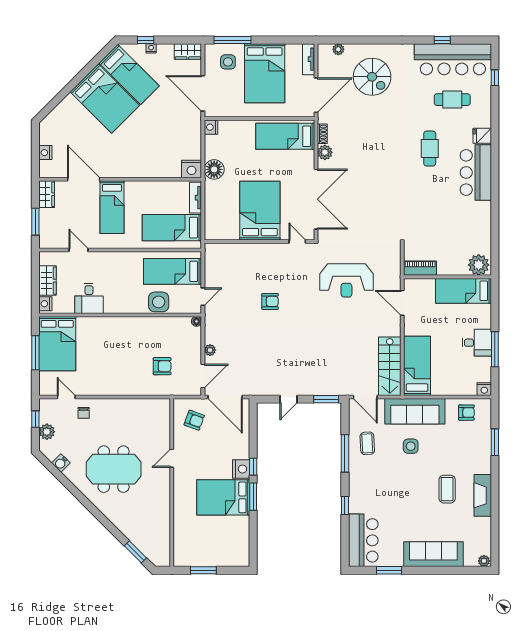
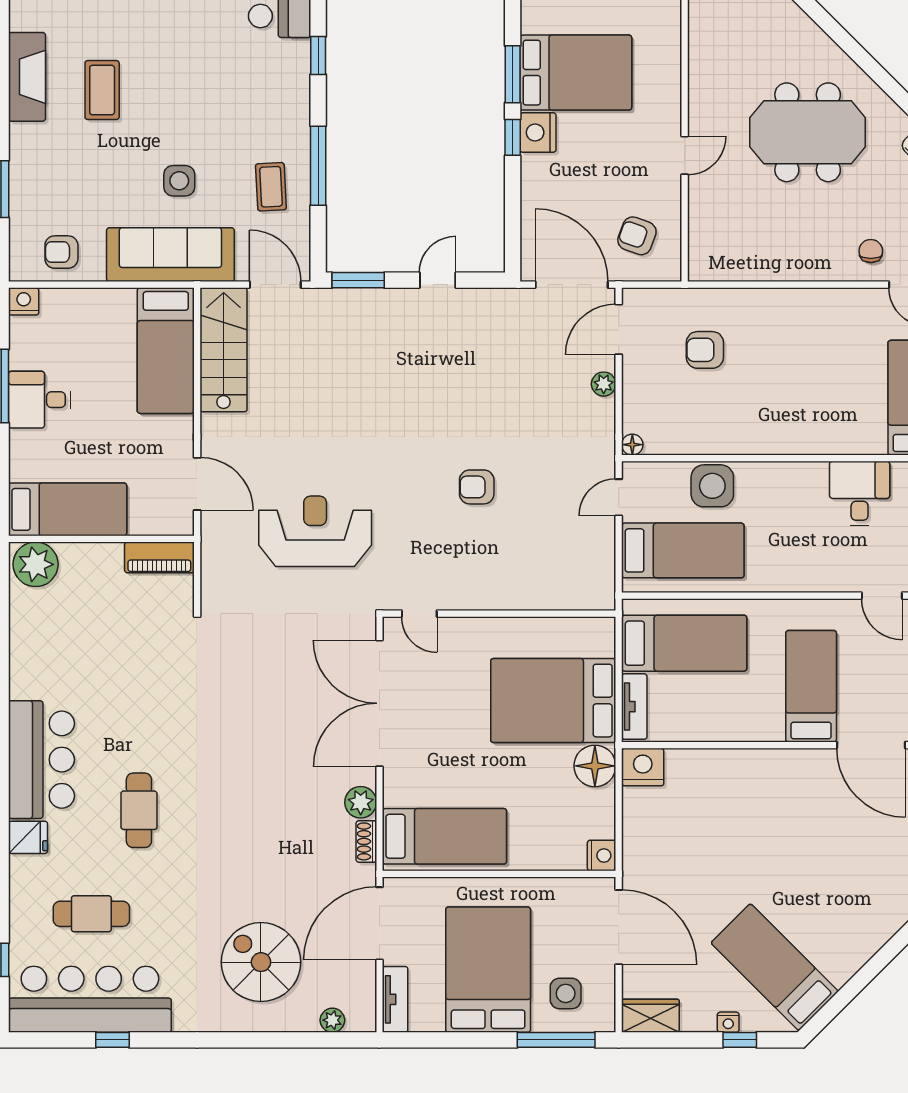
bed: (105, 99) -> (826, 916), removed
bed: (260, 211) -> (553, 701), moved, turned 90

